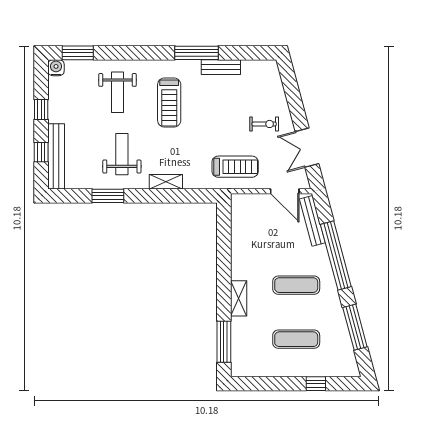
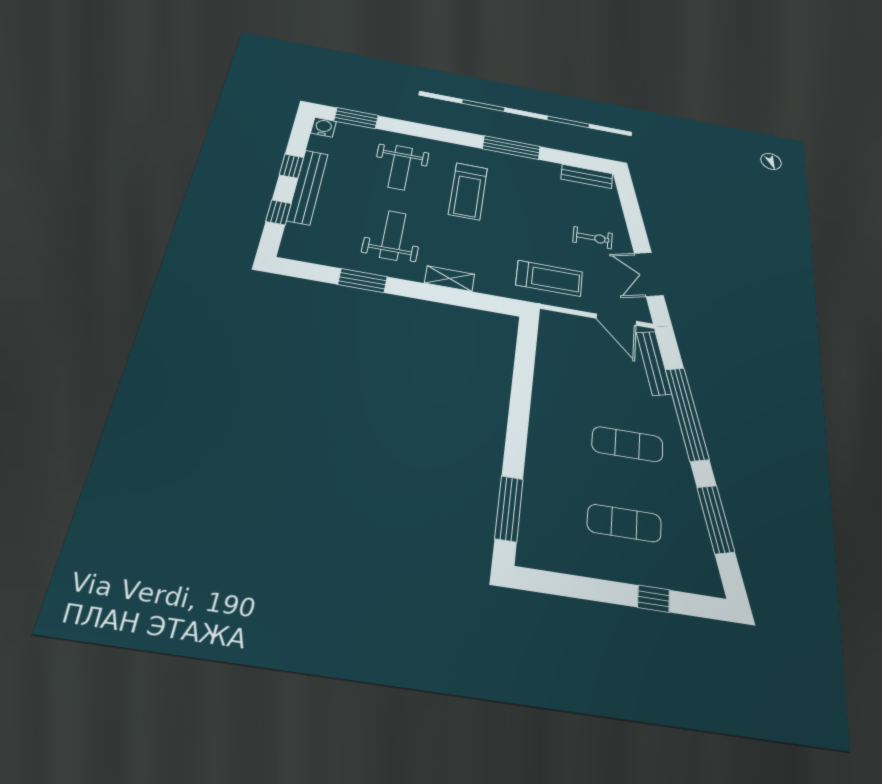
bench: (221, 67) -> (587, 176), moved
bench: (56, 156) -> (308, 187), moved
shelving: (239, 298) -> (539, 448), removed

